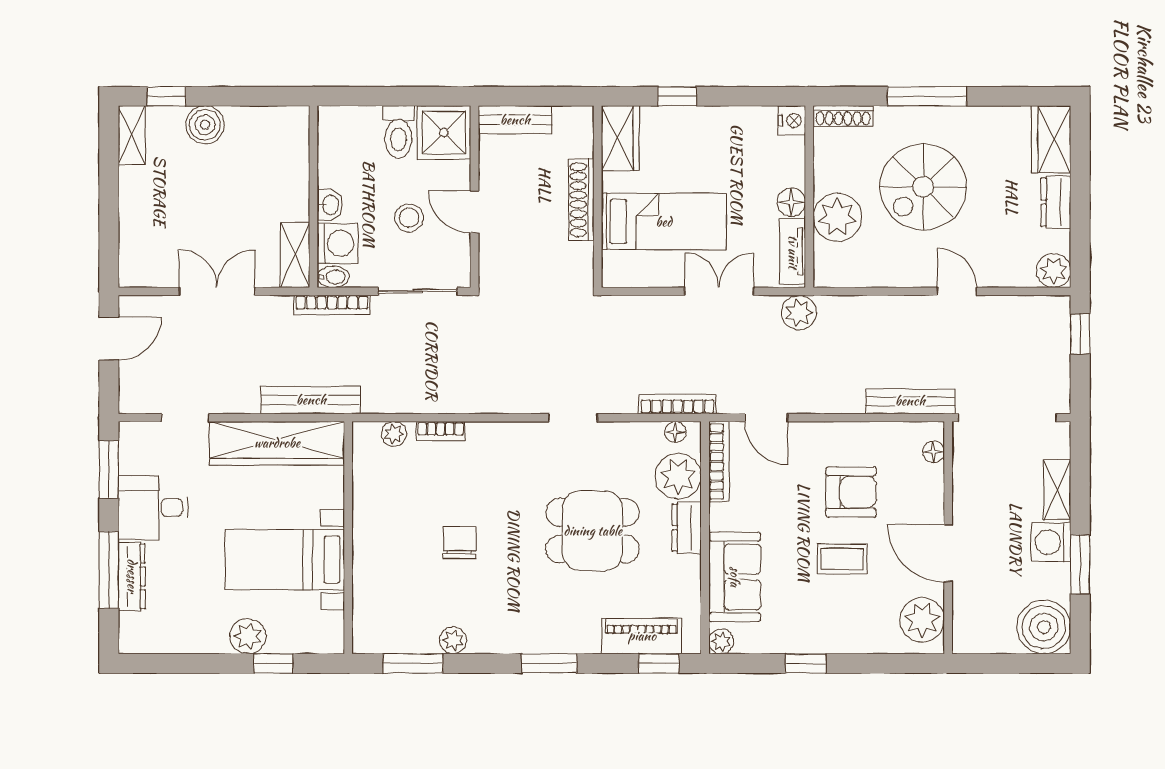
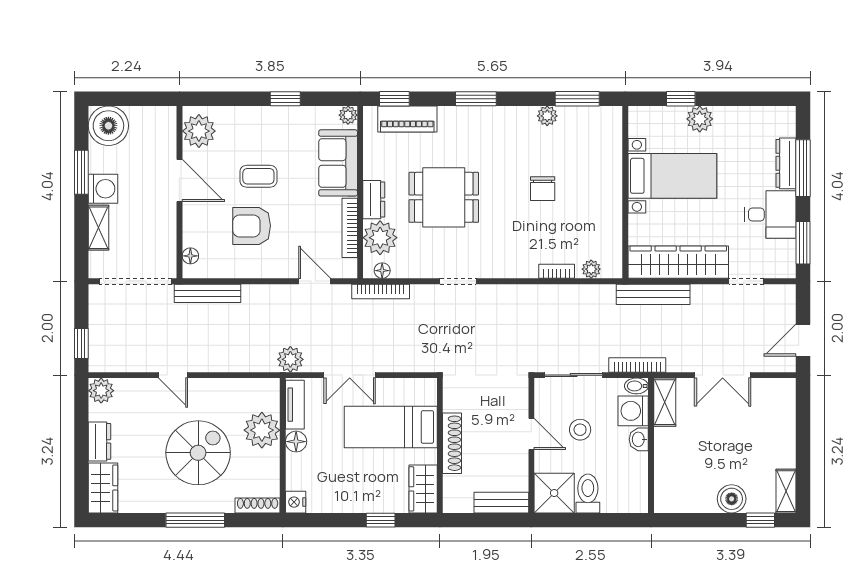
bookcase: (719, 462) -> (350, 228), moved

